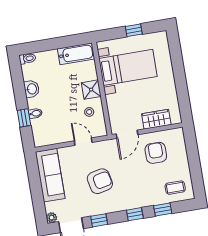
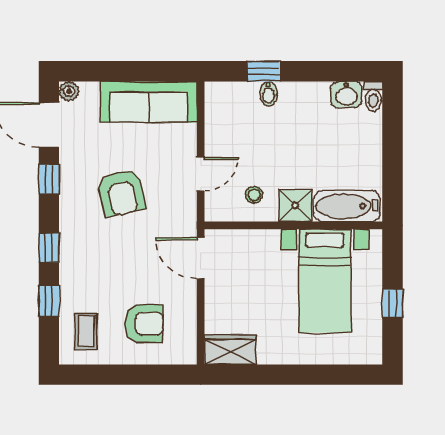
bathtub: (76, 54) -> (347, 206), moved, turned 90
washbasin: (32, 89) -> (346, 94), moved
wardrobe: (156, 119) -> (230, 350), moved, turned -90
armchair: (156, 153) -> (144, 324), moved

